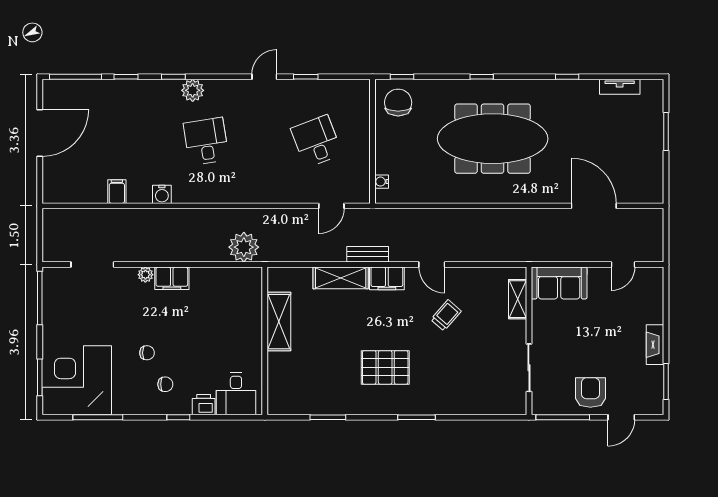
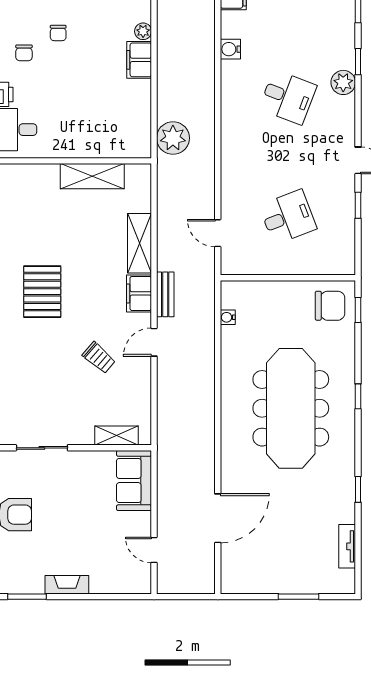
desk: (206, 141) -> (288, 97), turned 30
water cooler: (382, 182) -> (228, 317), moved, turned -90
bench: (368, 254) -> (165, 294), moved

